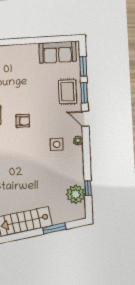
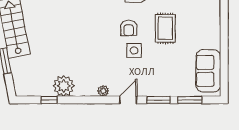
rug: (68, 92) -> (165, 28), moved, turned 90
side table: (57, 144) -> (134, 50), moved
plant: (76, 194) -> (64, 86), moved

